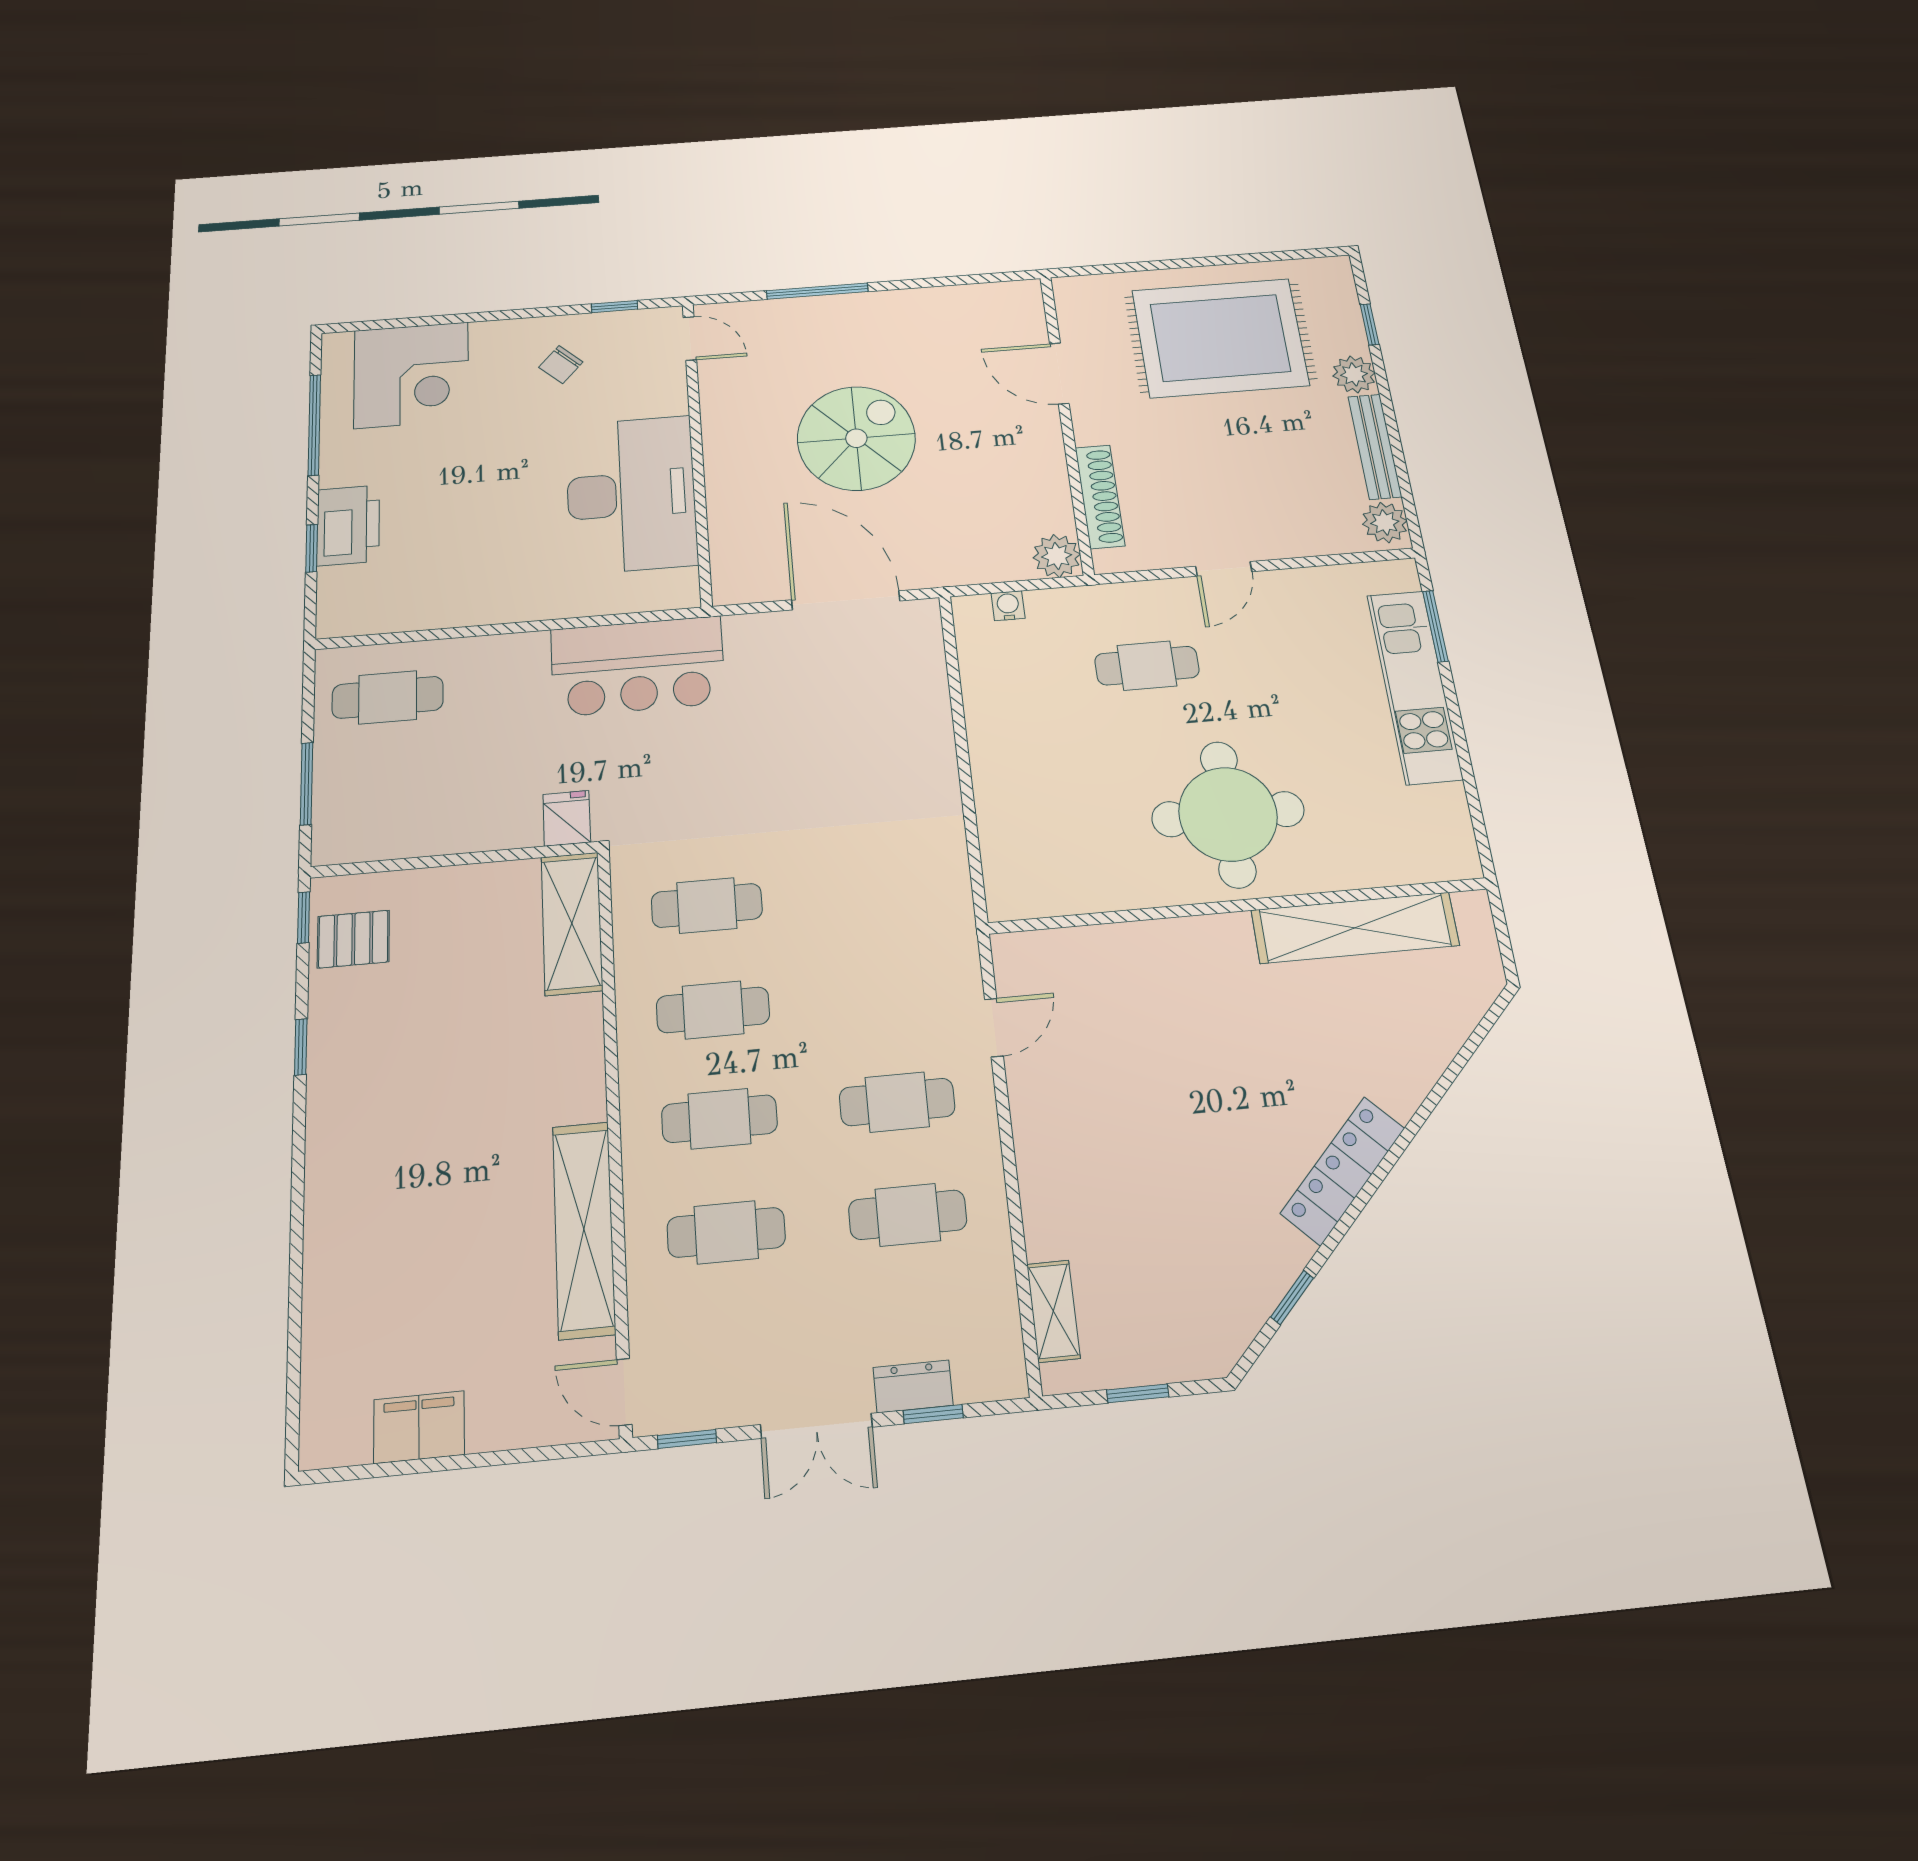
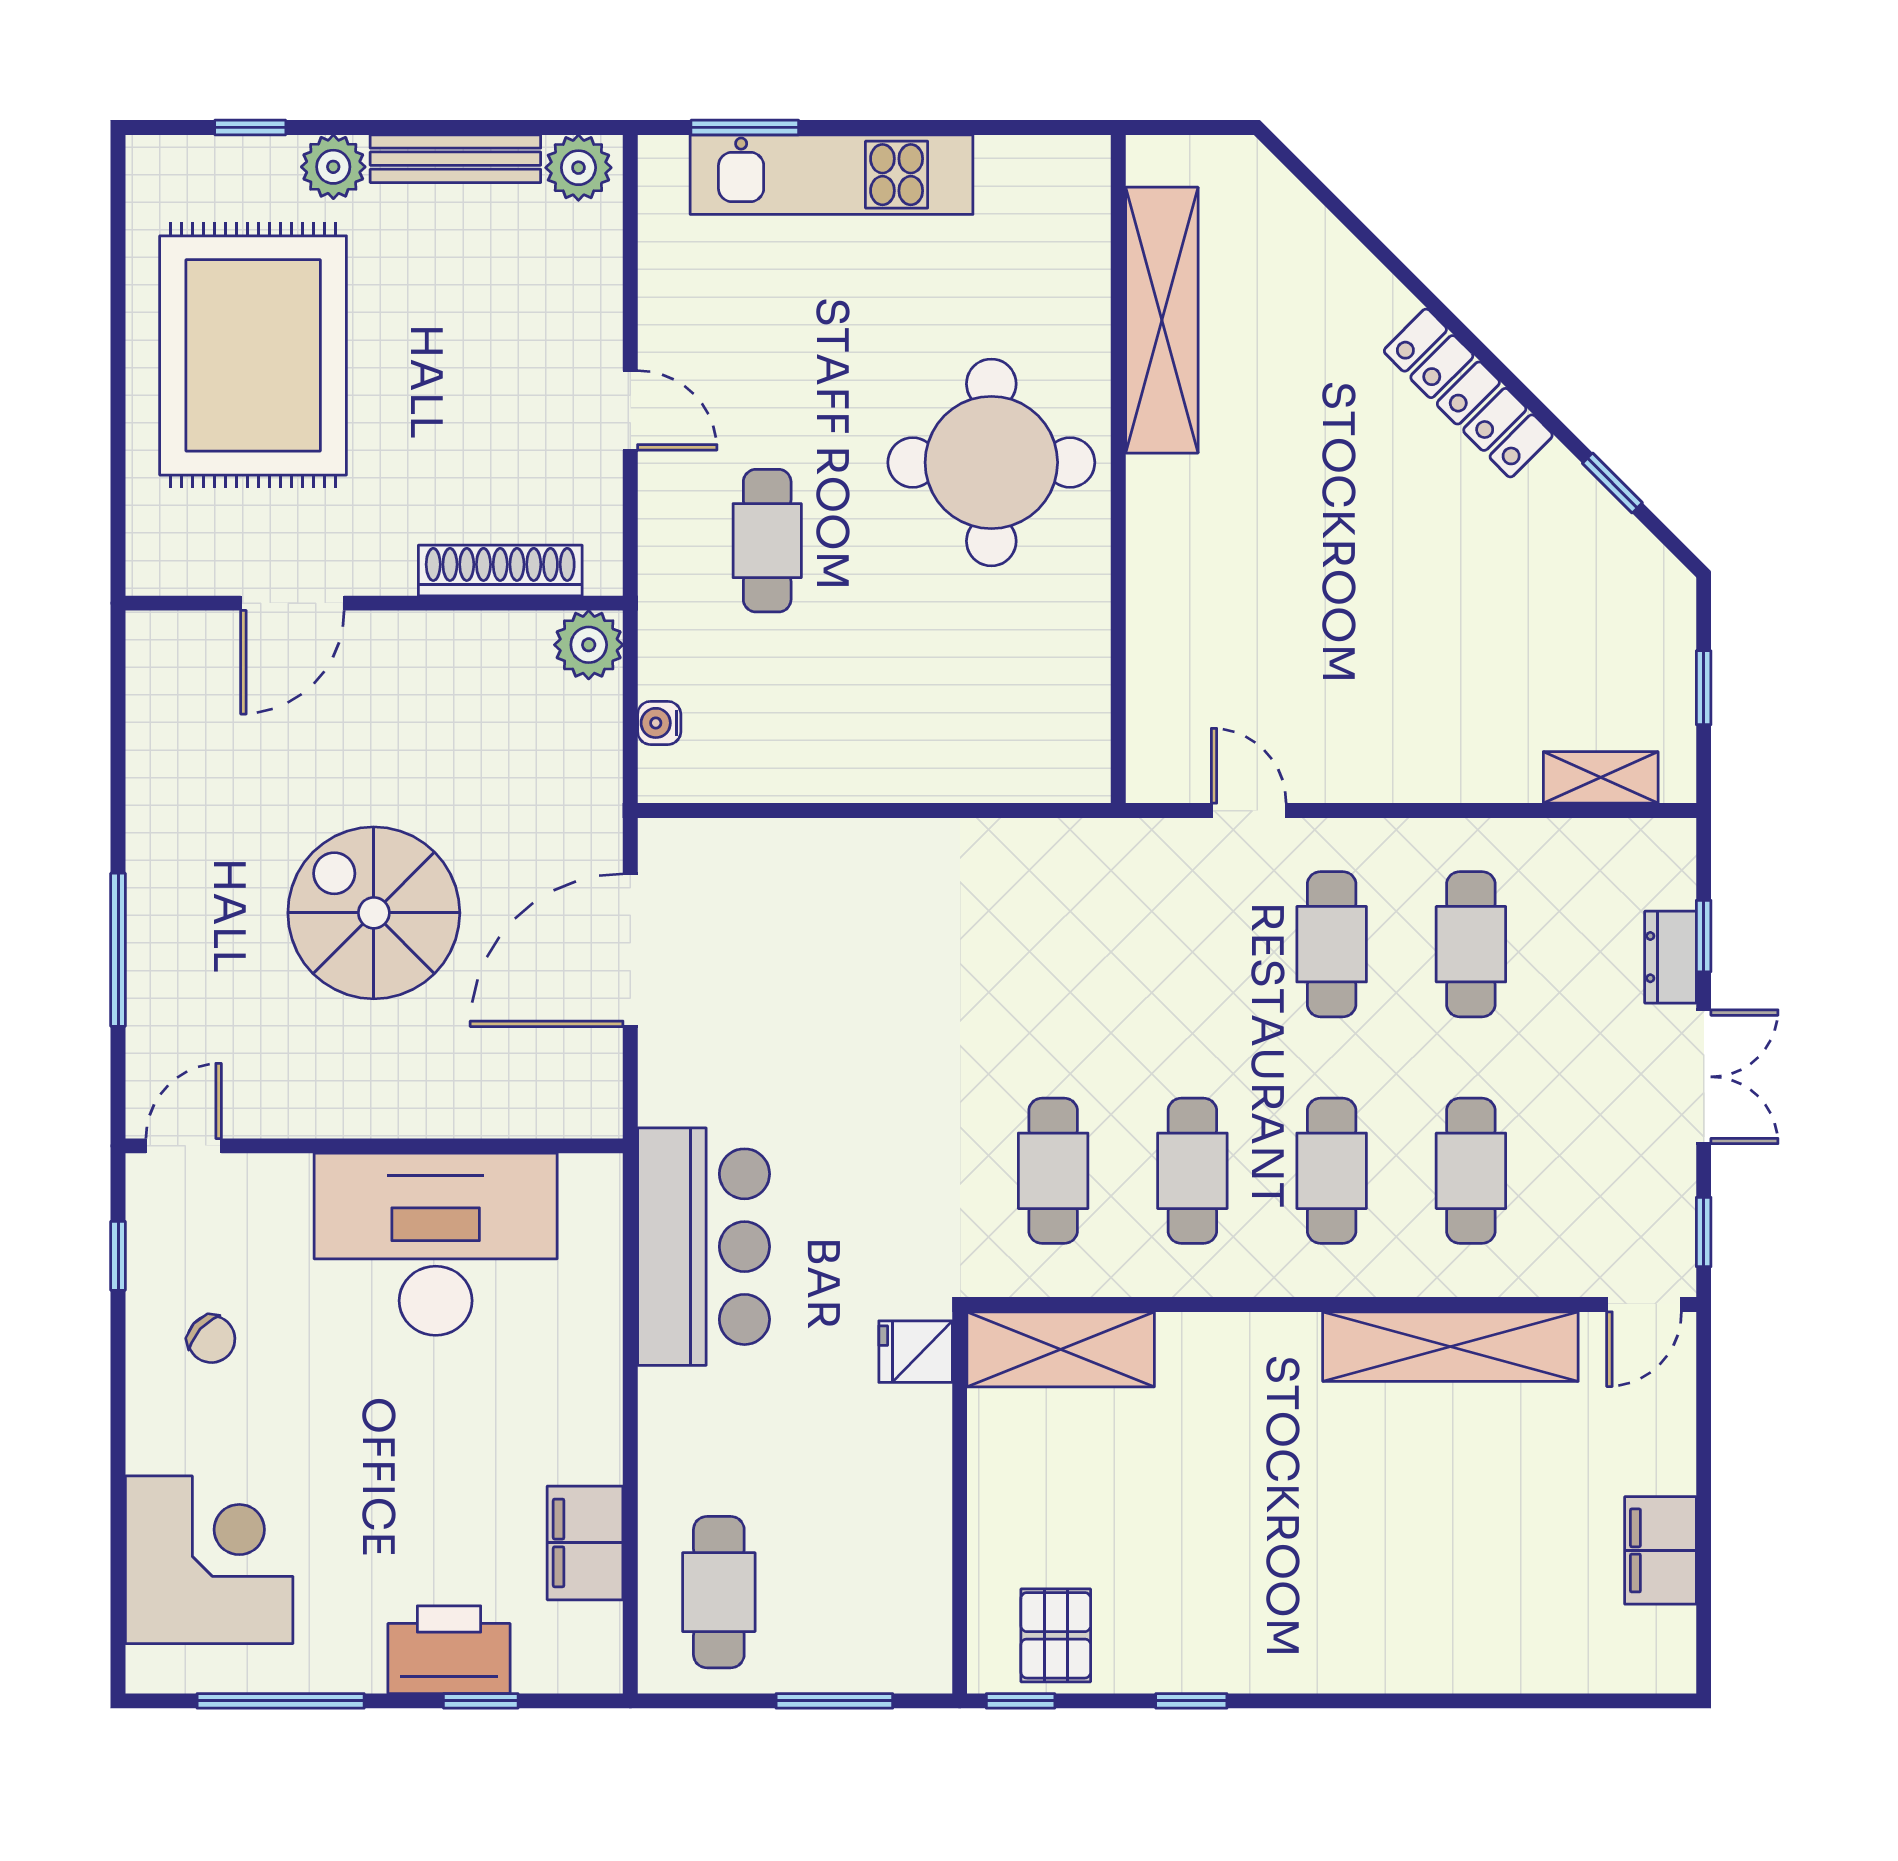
filing cabinet: (423, 606) -> (585, 1543), added

